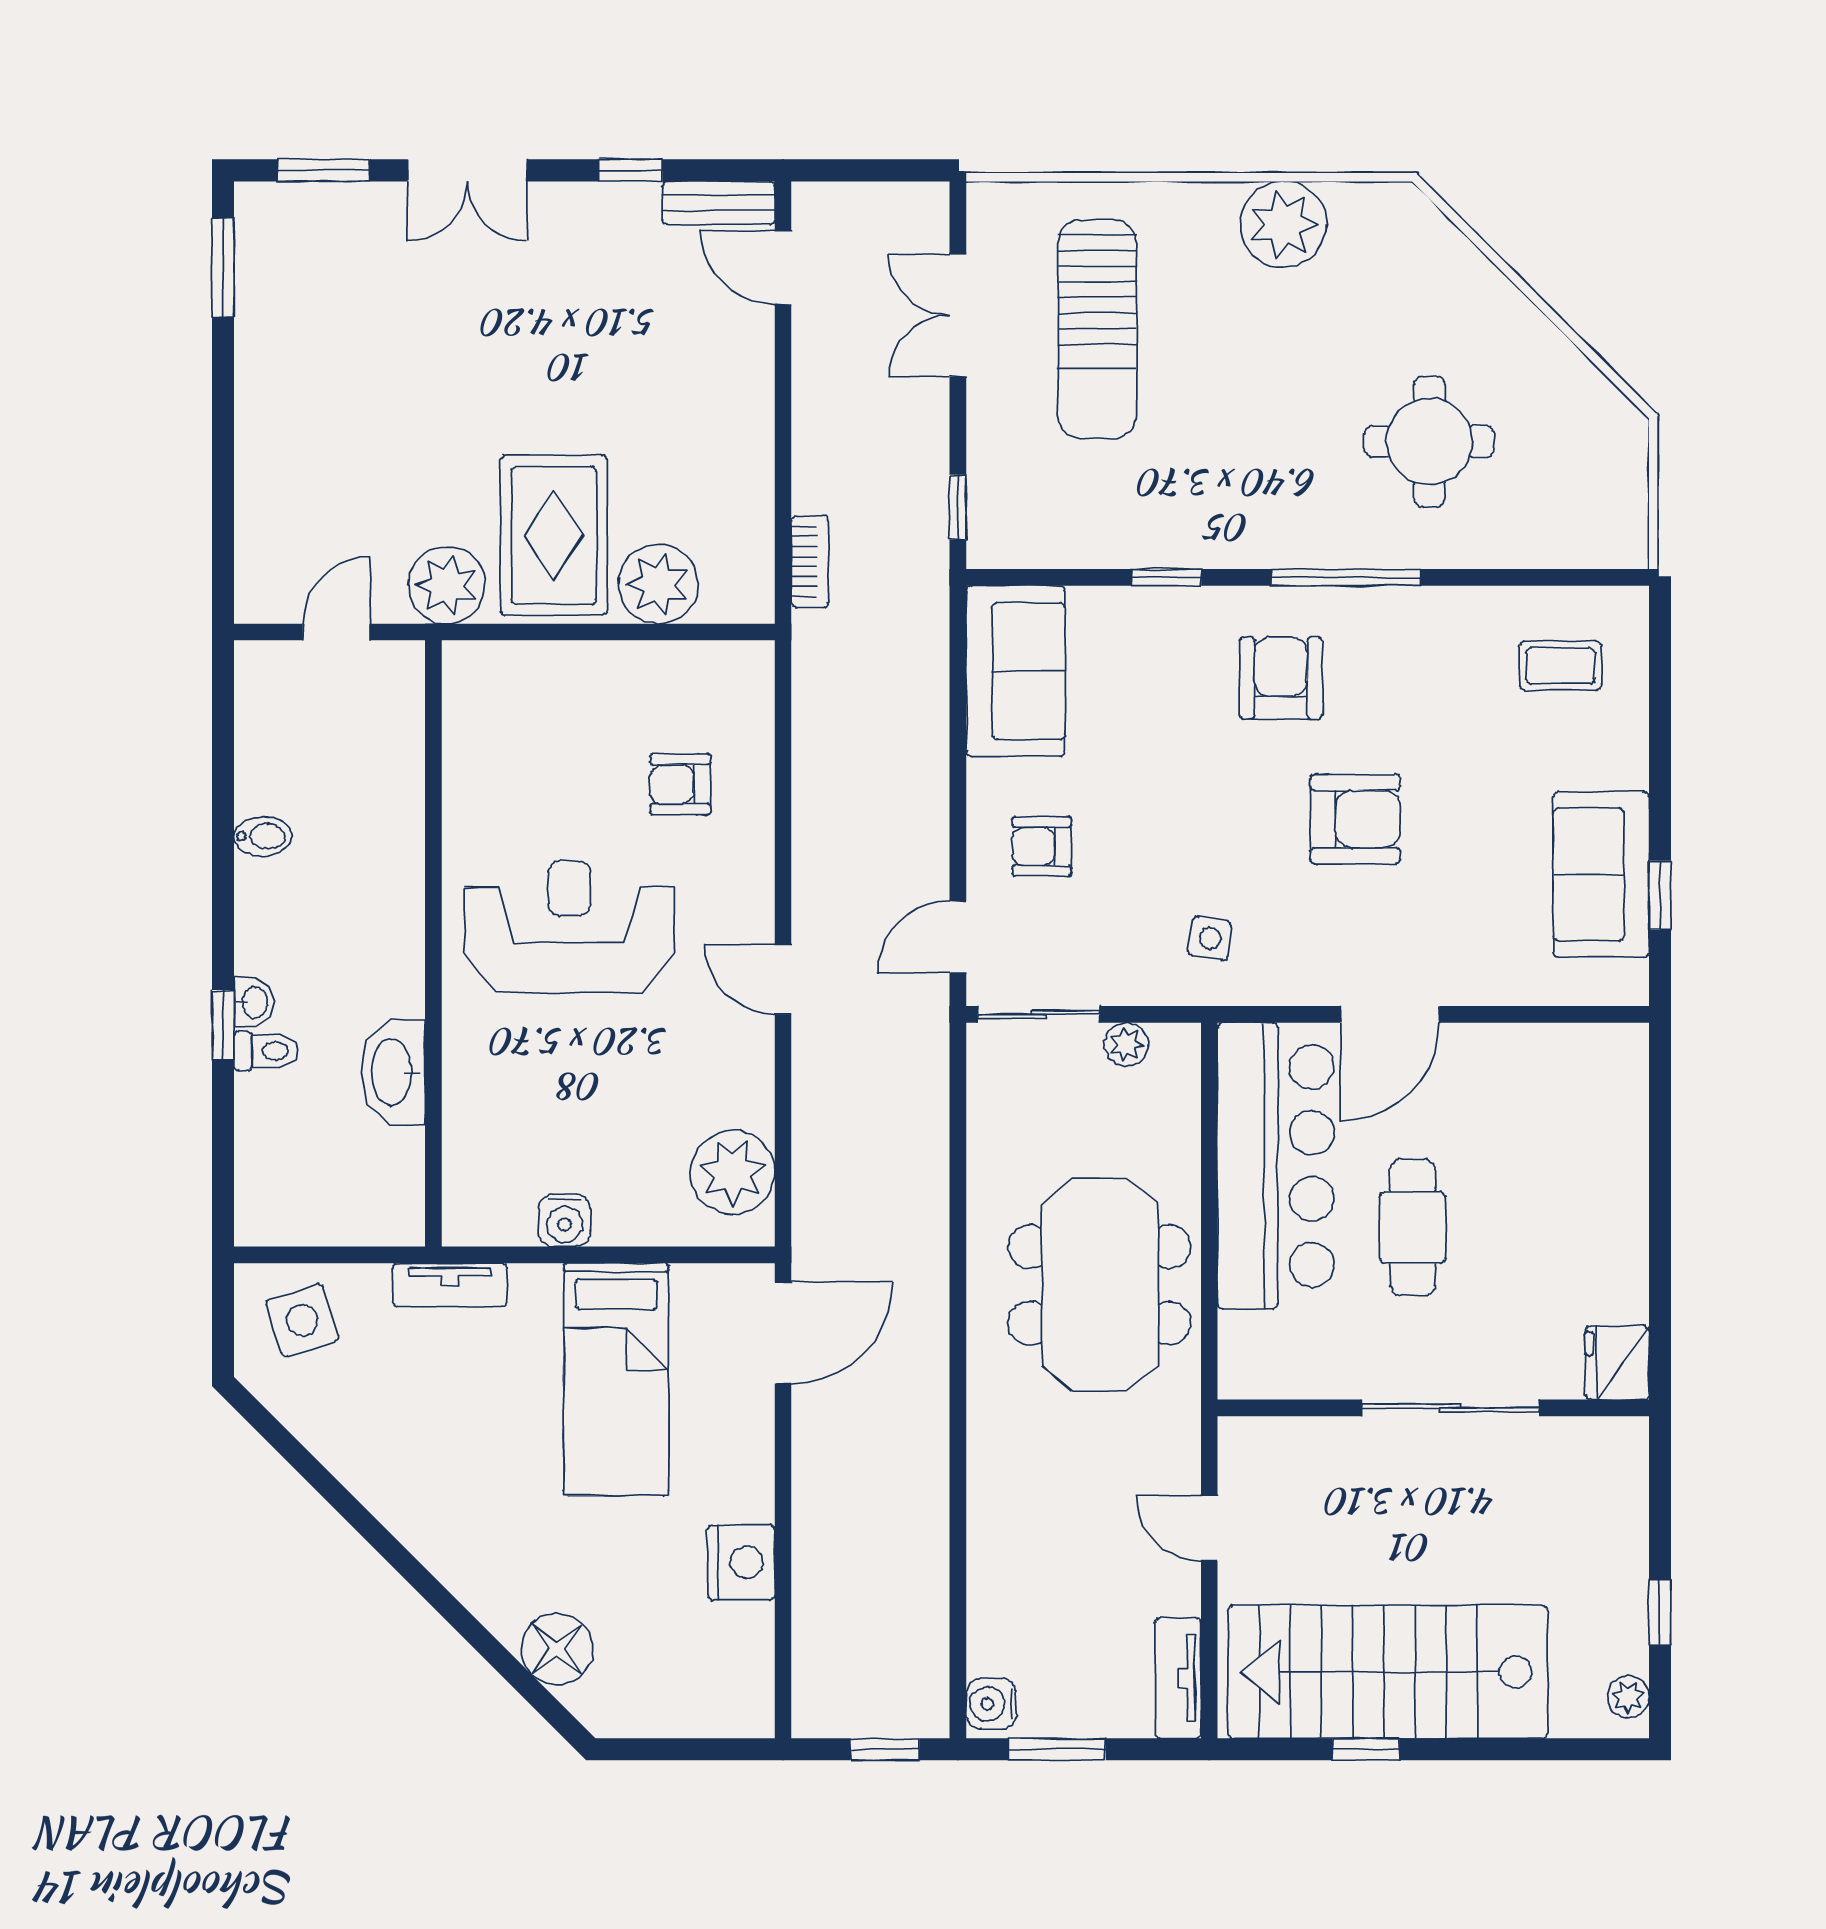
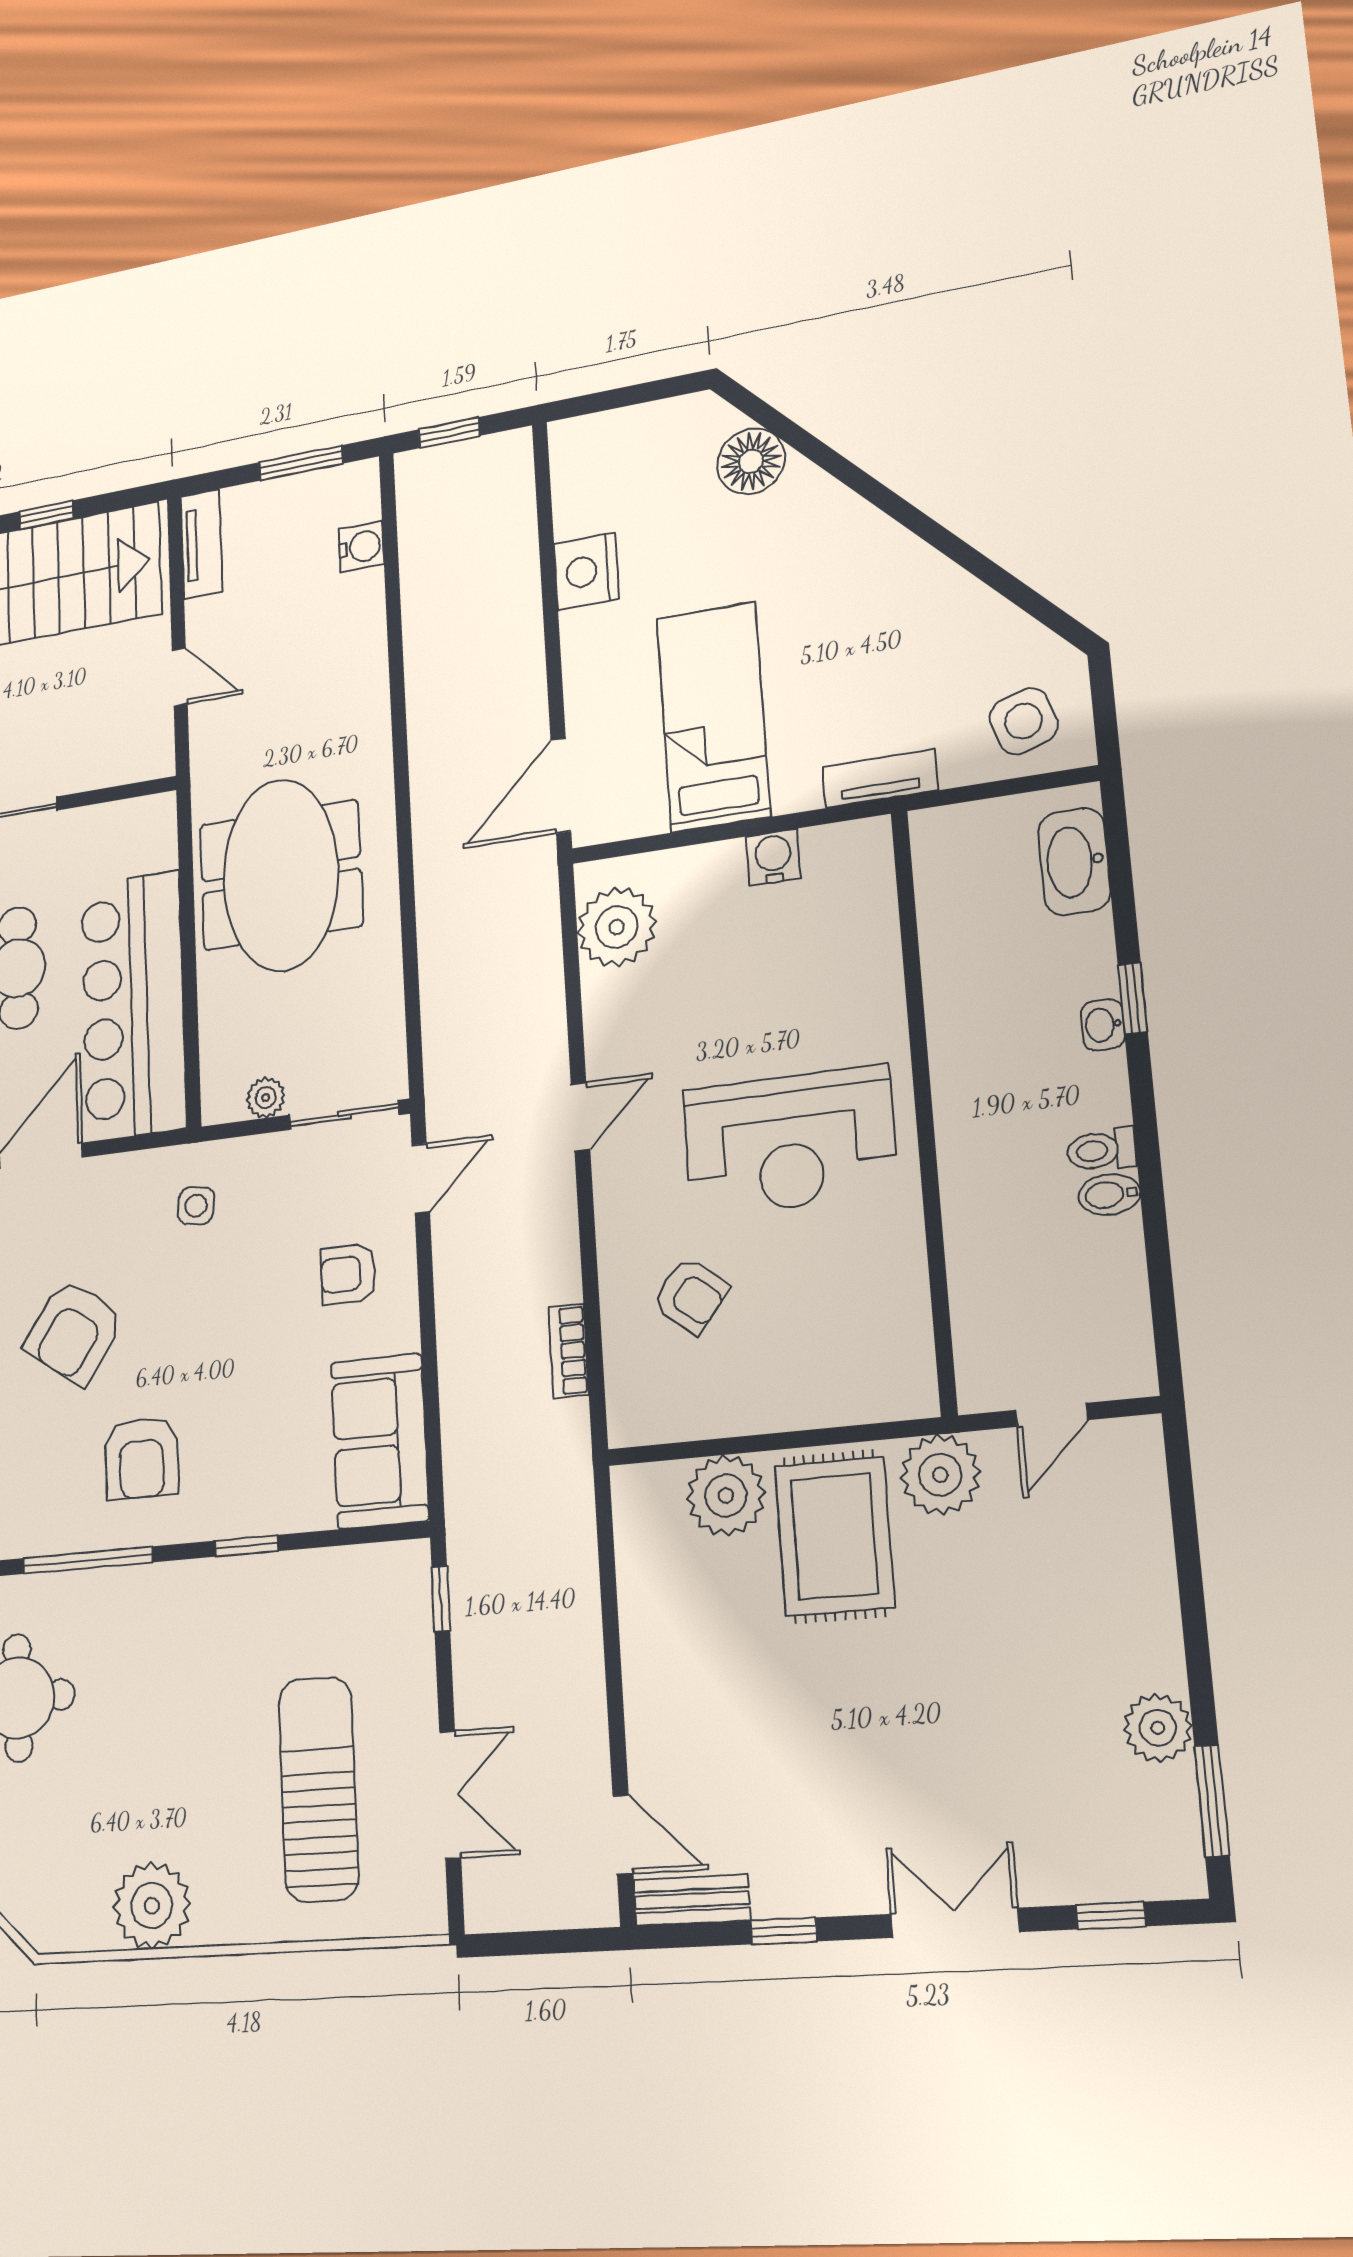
window: (324, 170) -> (1111, 1916), width x0.67
plant: (265, 336) -> (1158, 1728), added
bookcase: (810, 562) -> (569, 1351), moved
armchair: (680, 784) -> (691, 1296), turned 39
armchair: (1355, 819) -> (74, 1332), turned -55
armchair: (1042, 847) -> (348, 1274), turned 180
door: (783, 979) -> (580, 1117), hinge flipped
toilet: (266, 1051) -> (1102, 1150), moved
washbasin: (393, 1072) -> (1074, 862), moved, turned 180
water cooler: (991, 1704) -> (361, 547), moved

